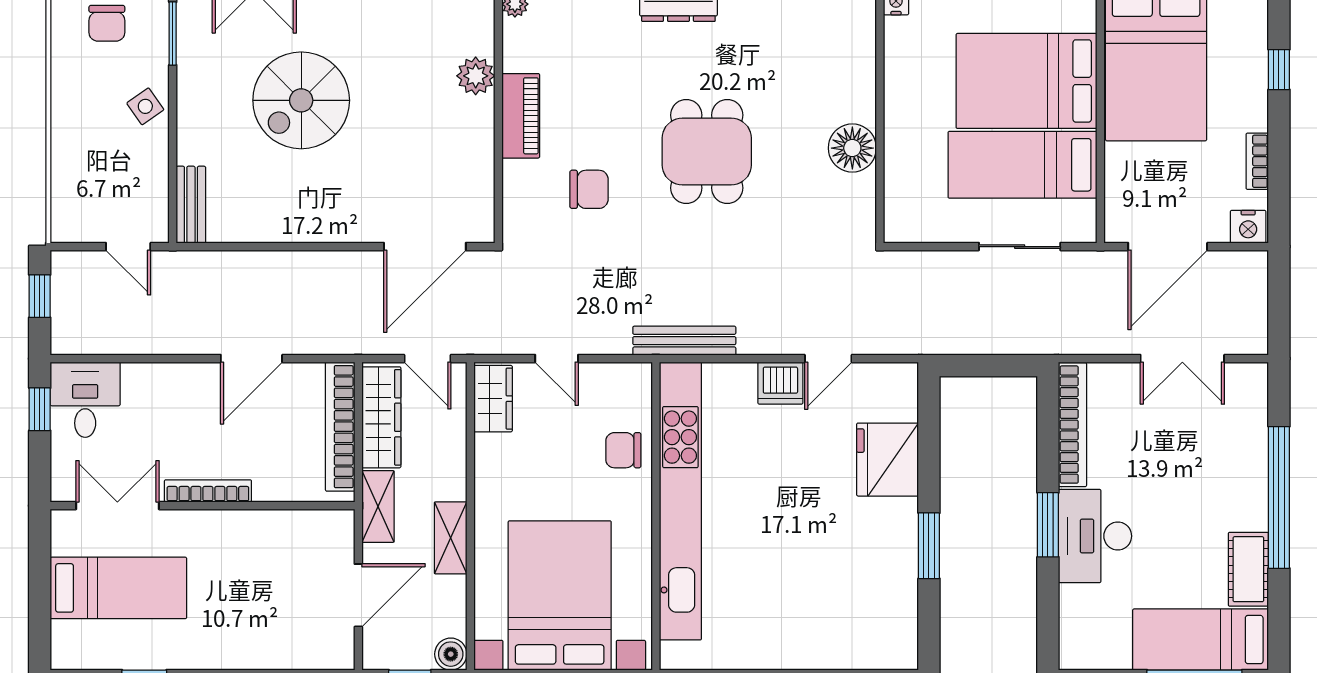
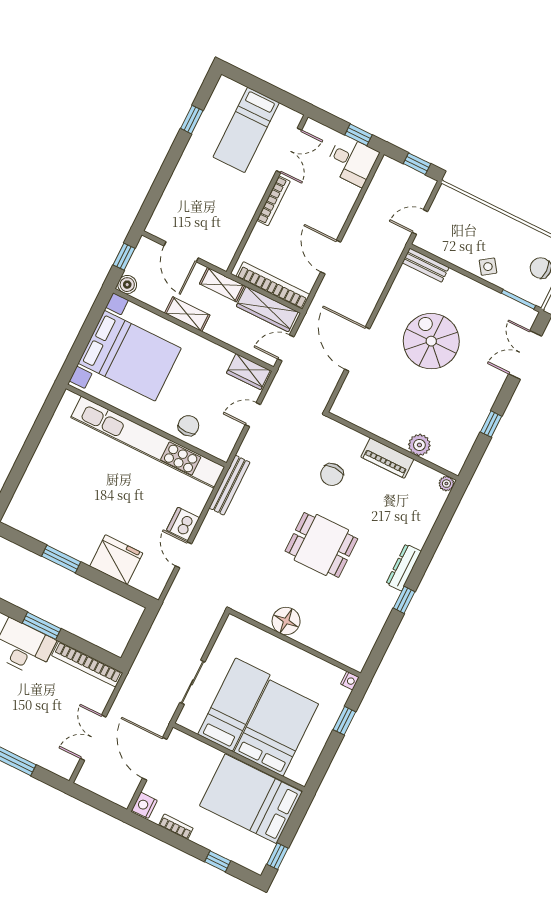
spiral stairs: (301, 100) -> (431, 341), moved
door: (425, 247) -> (357, 349), moved

